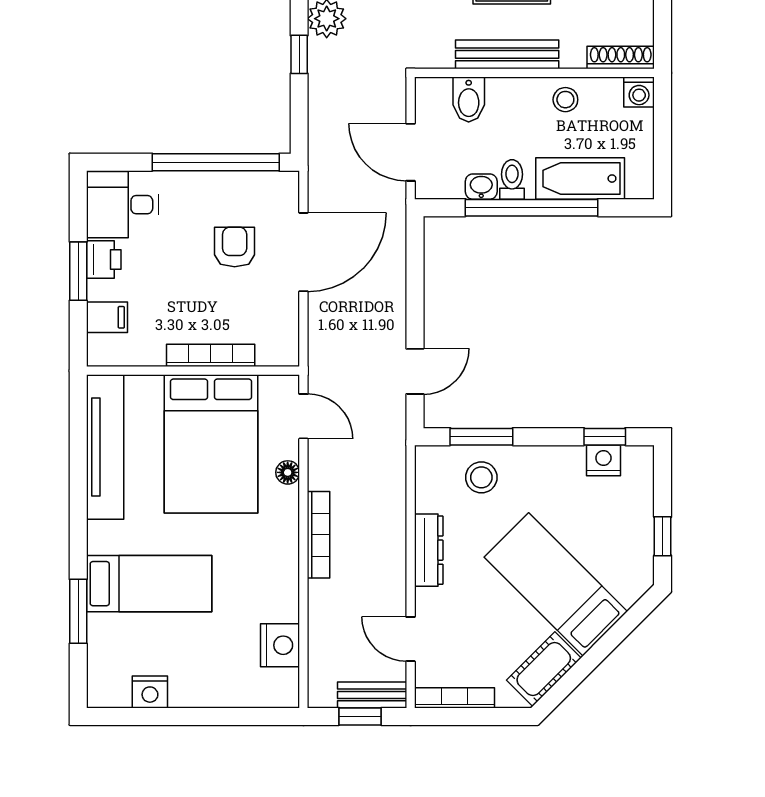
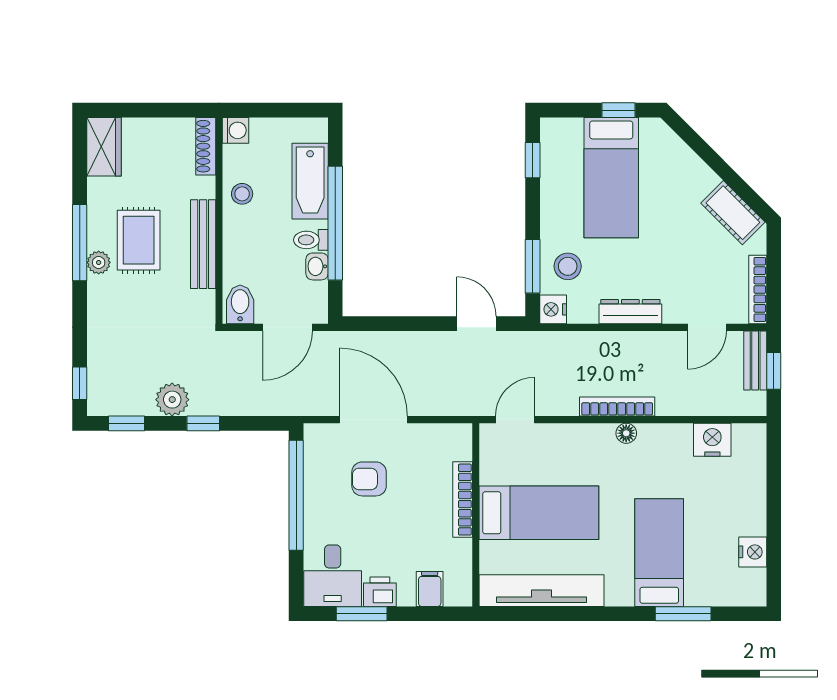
bidet: (469, 99) -> (240, 304), moved, turned -90
window: (78, 271) -> (362, 614), moved
bed: (211, 444) -> (539, 513), width x0.67
nightstand: (603, 460) -> (553, 309), moved
floor lamp: (288, 472) -> (626, 433), moved
bed: (556, 584) -> (611, 178), moved, turned -45

